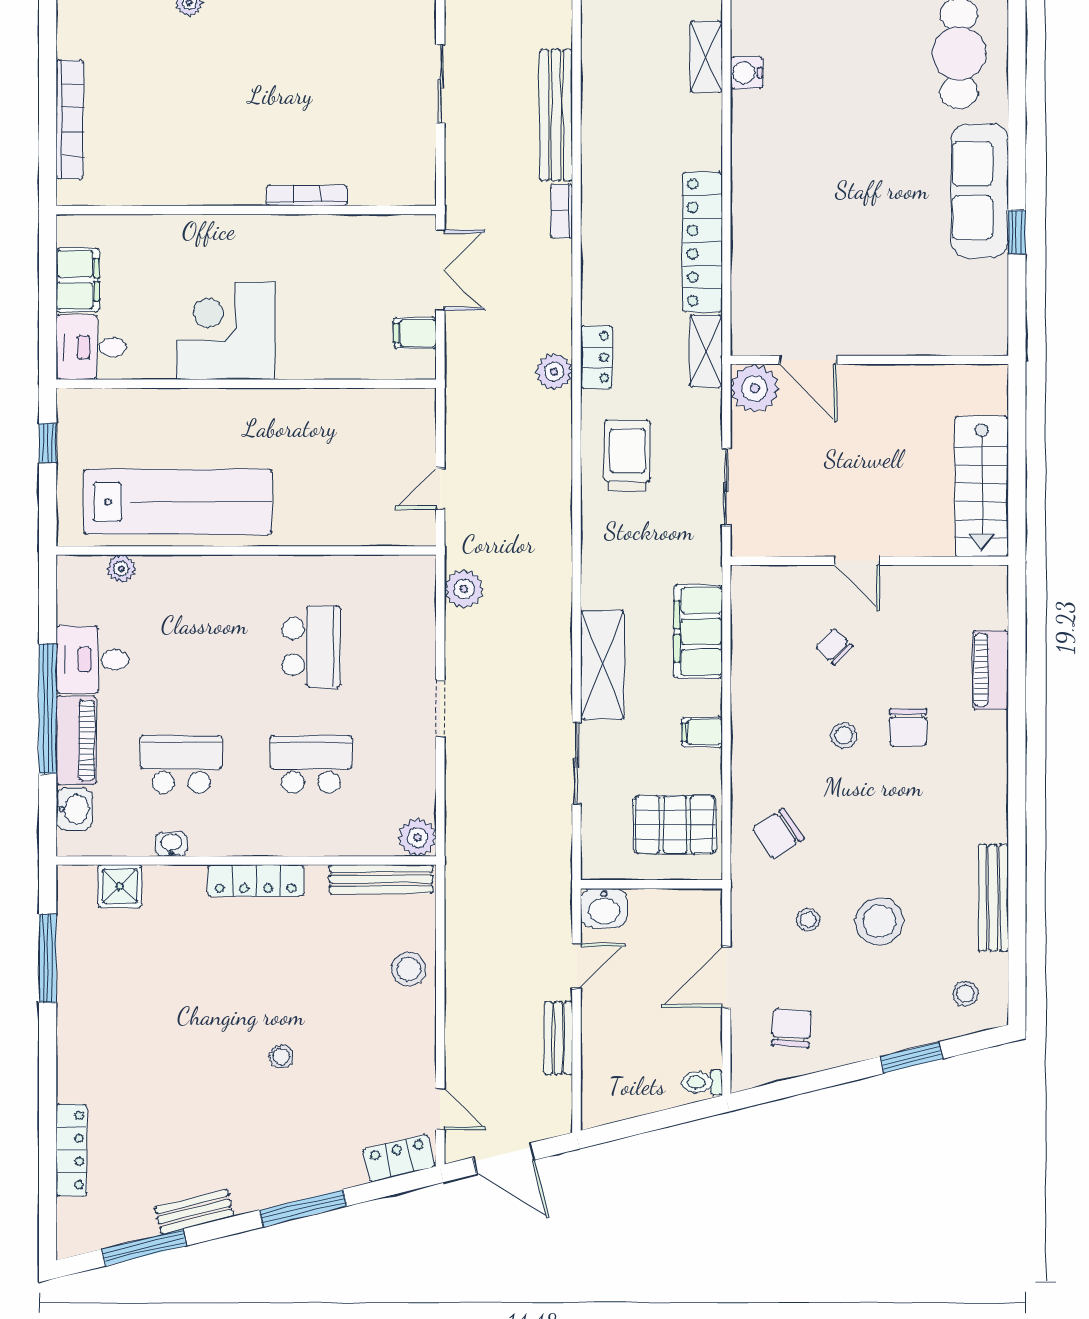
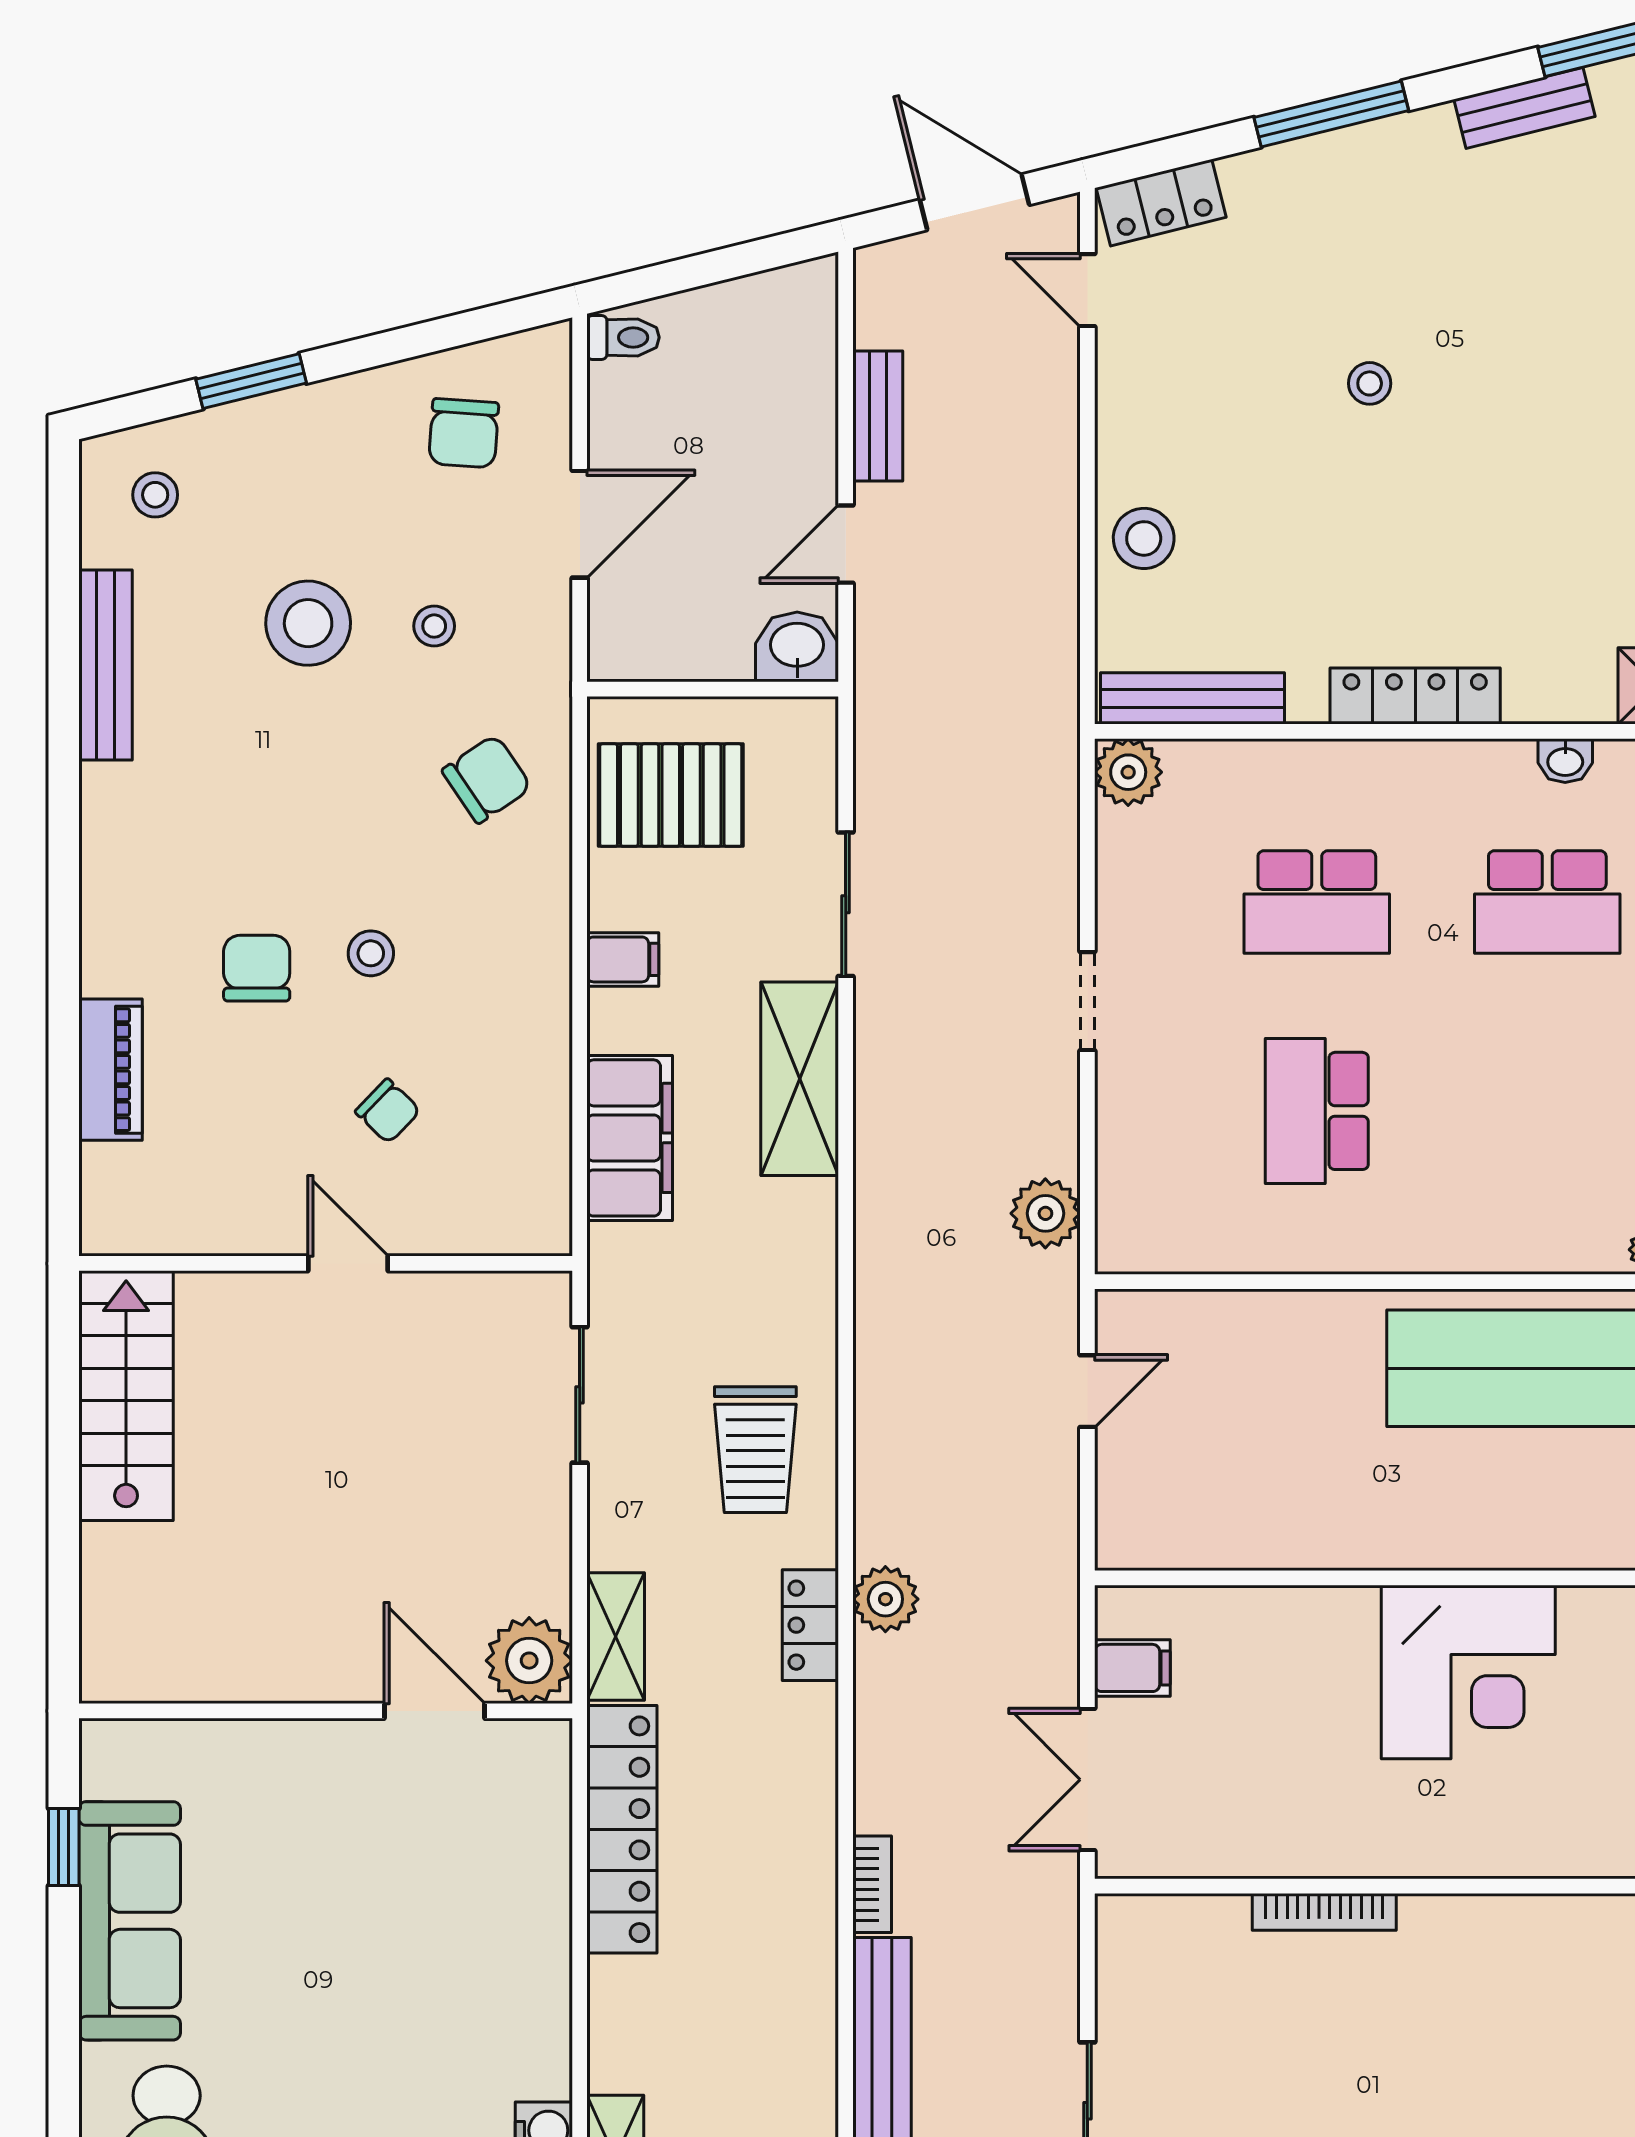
door: (808, 360) -> (434, 1711), moved
wall: (869, 360) -> (326, 1711), moved
plant: (755, 388) -> (529, 1661), moved

